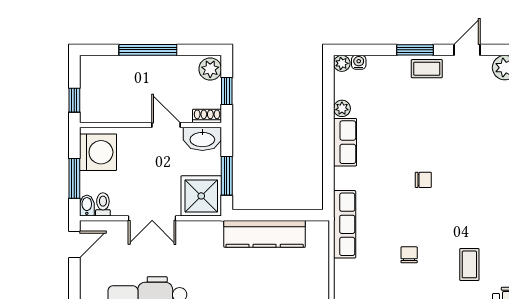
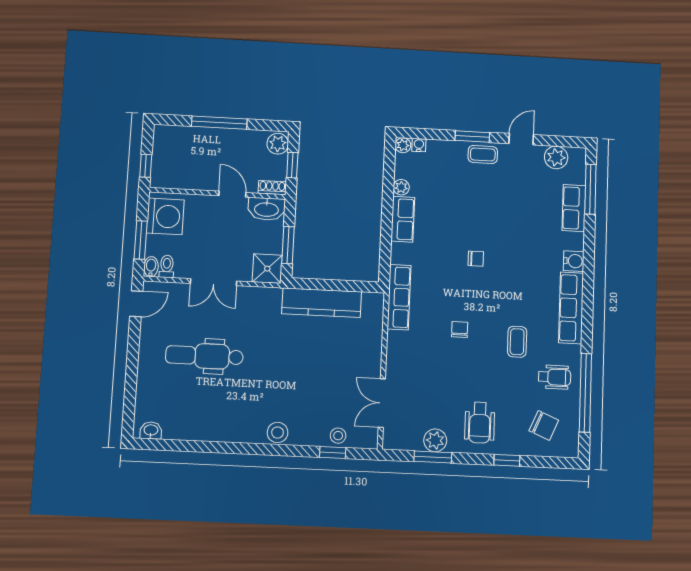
shower: (201, 196) -> (267, 269), width x0.73, depth x0.73

